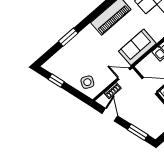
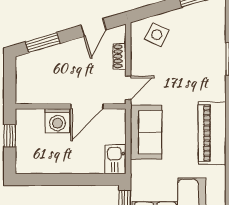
door: (110, 115) -> (93, 28), hinge flipped

